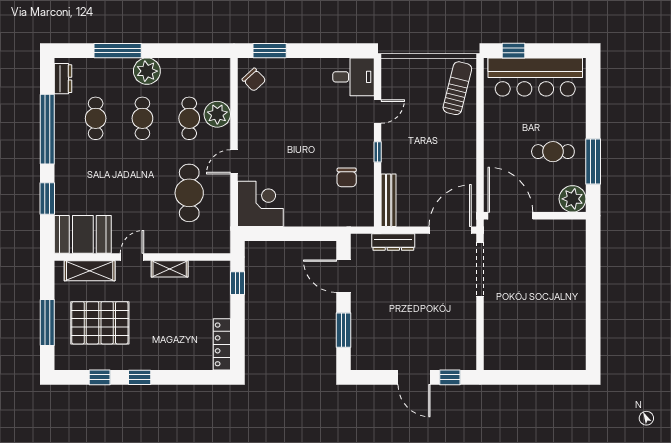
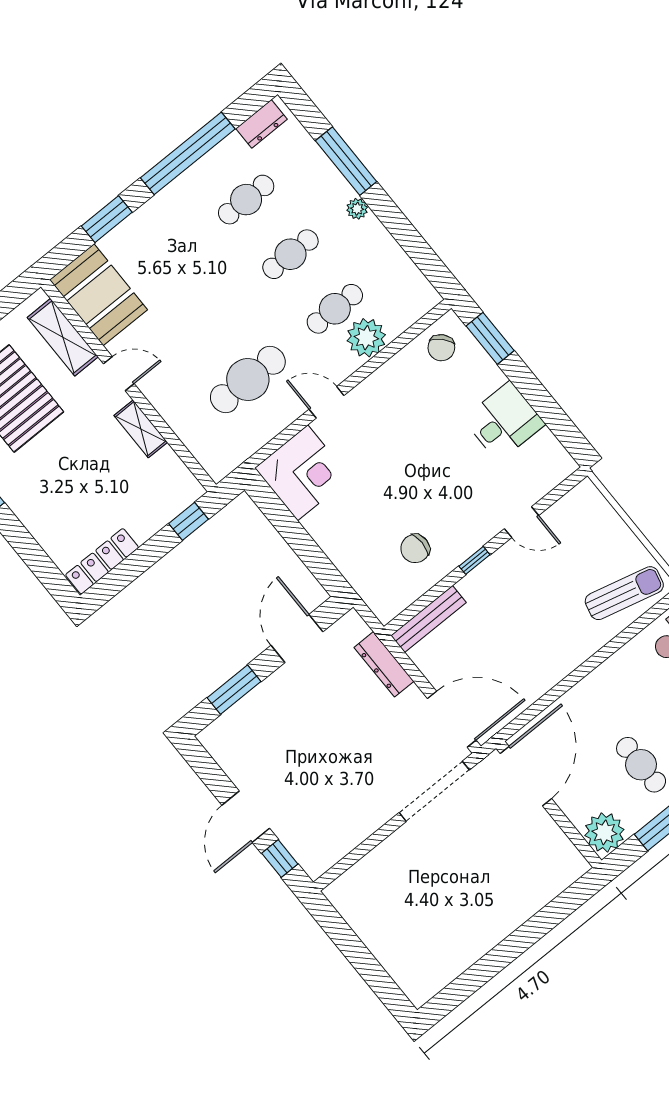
plant: (147, 71) -> (357, 209), width x0.53, depth x0.53
desk: (353, 77) -> (504, 422), moved, turned -90

